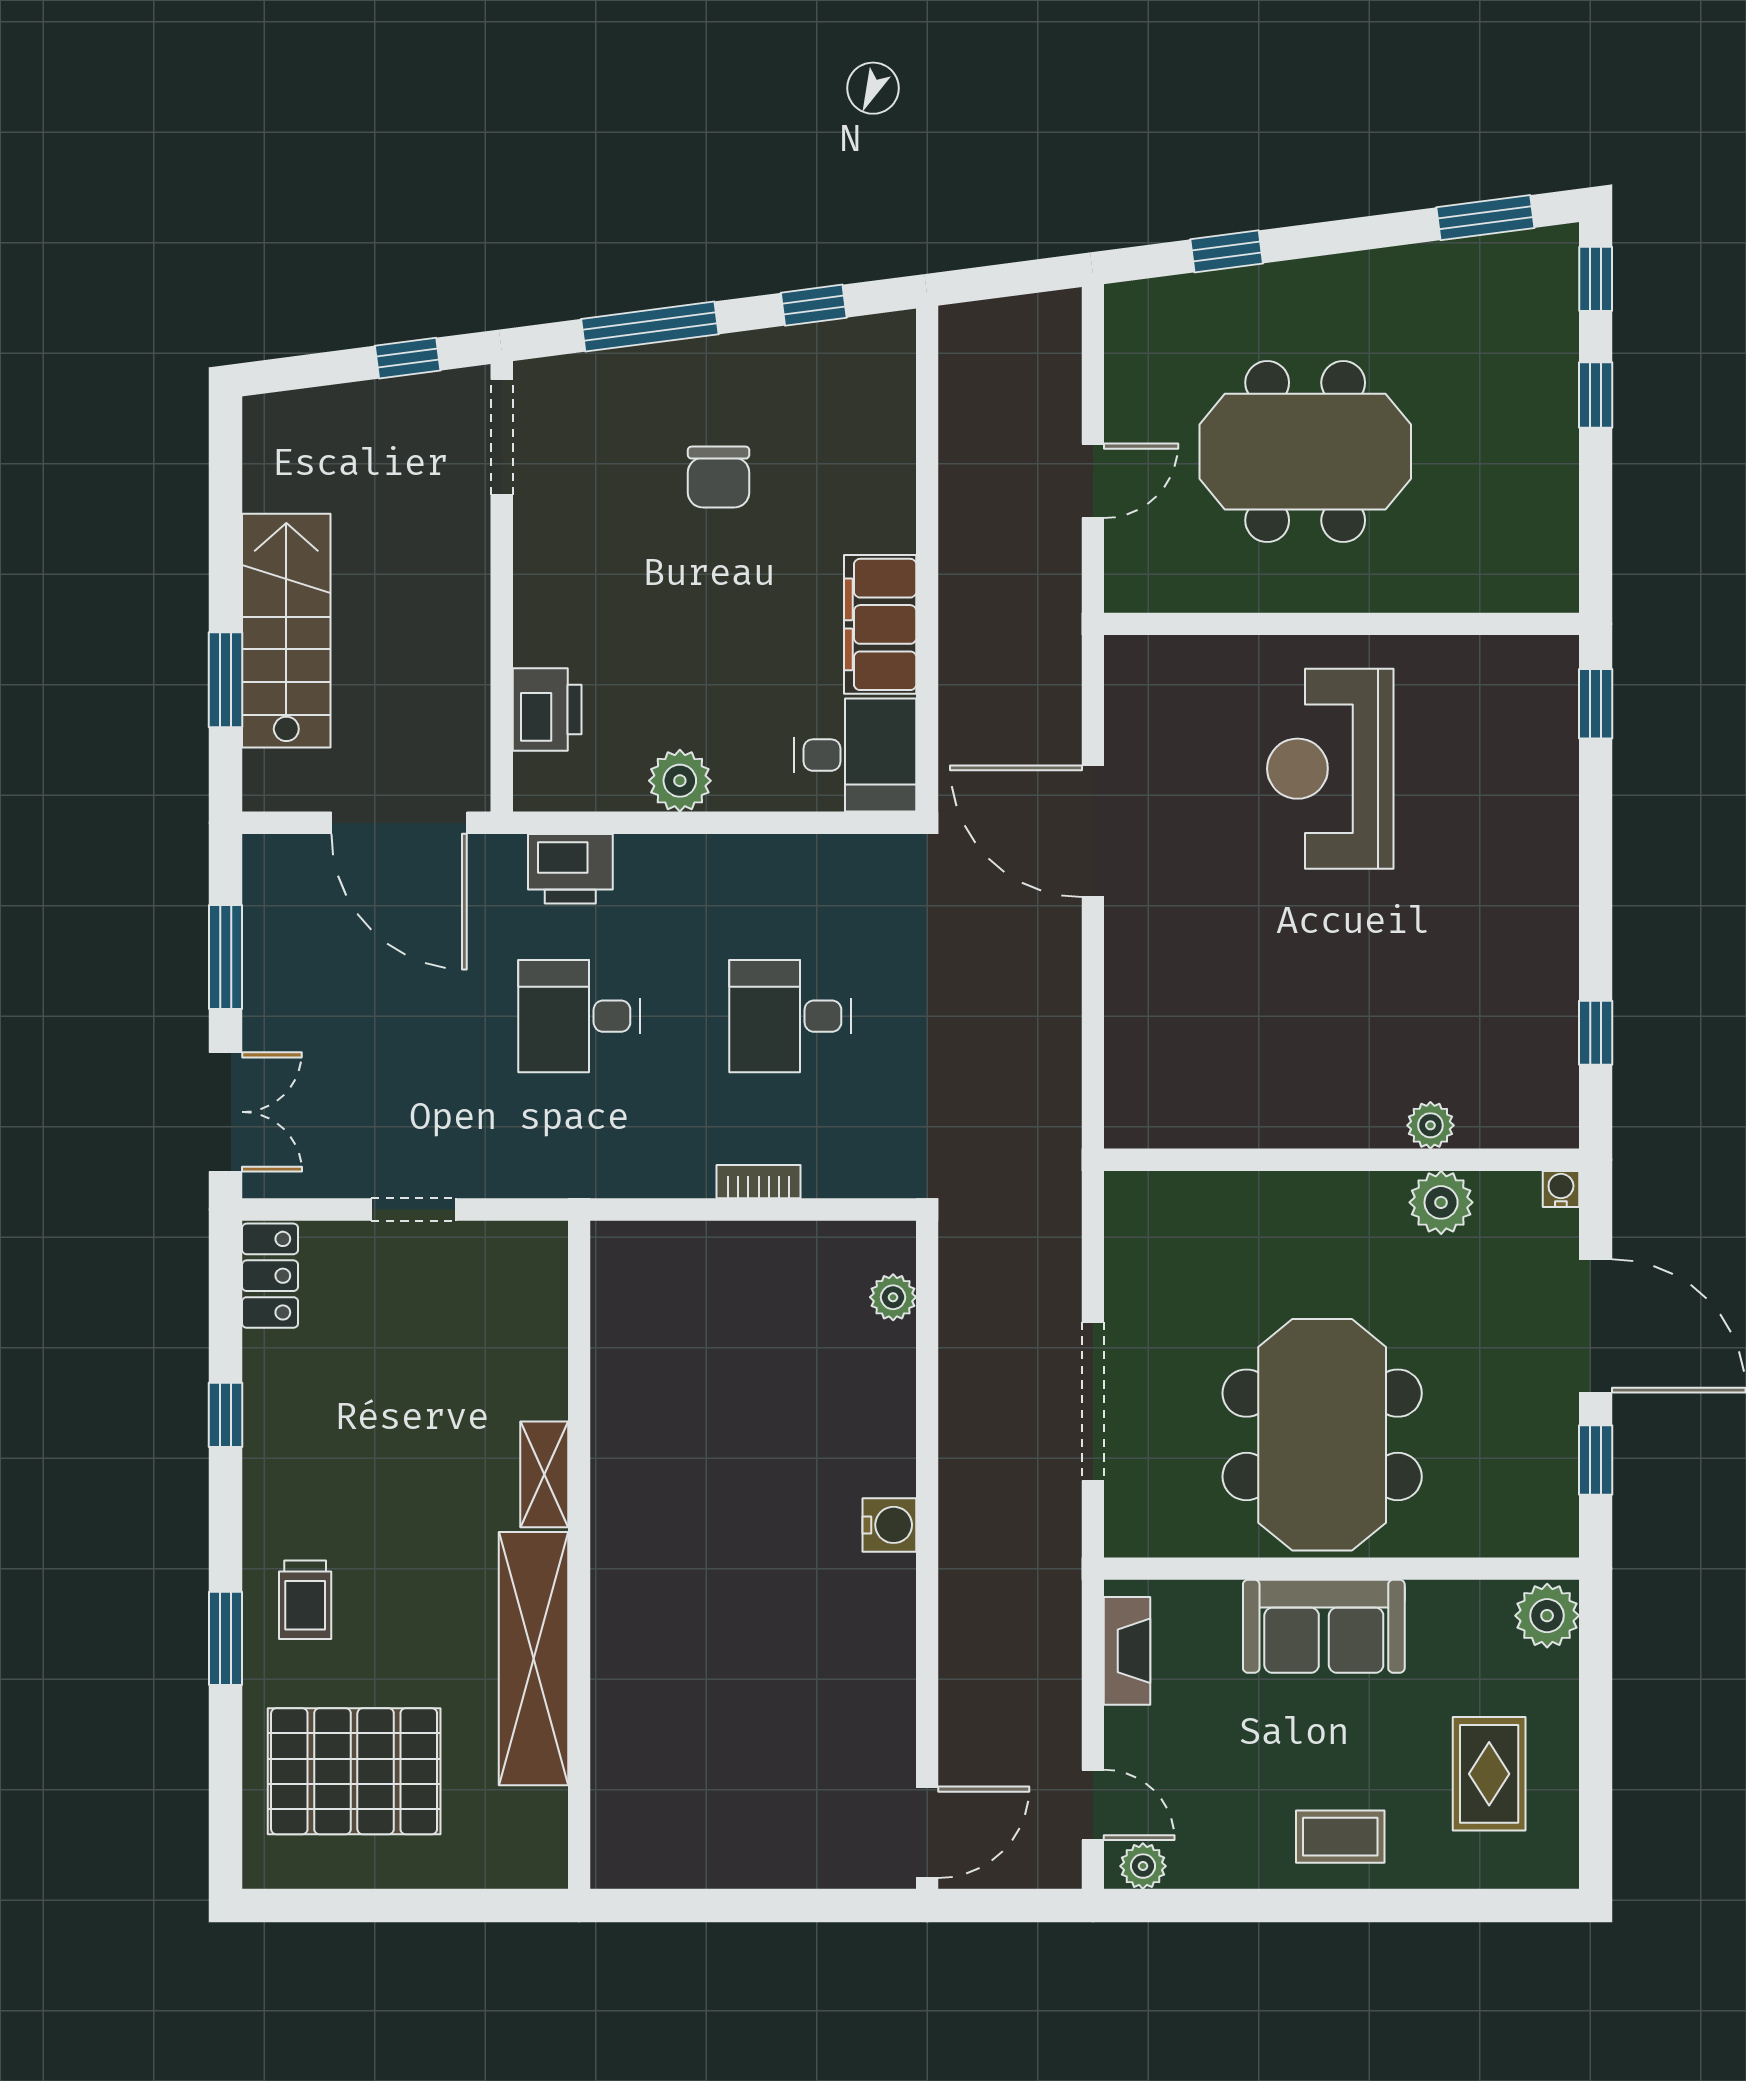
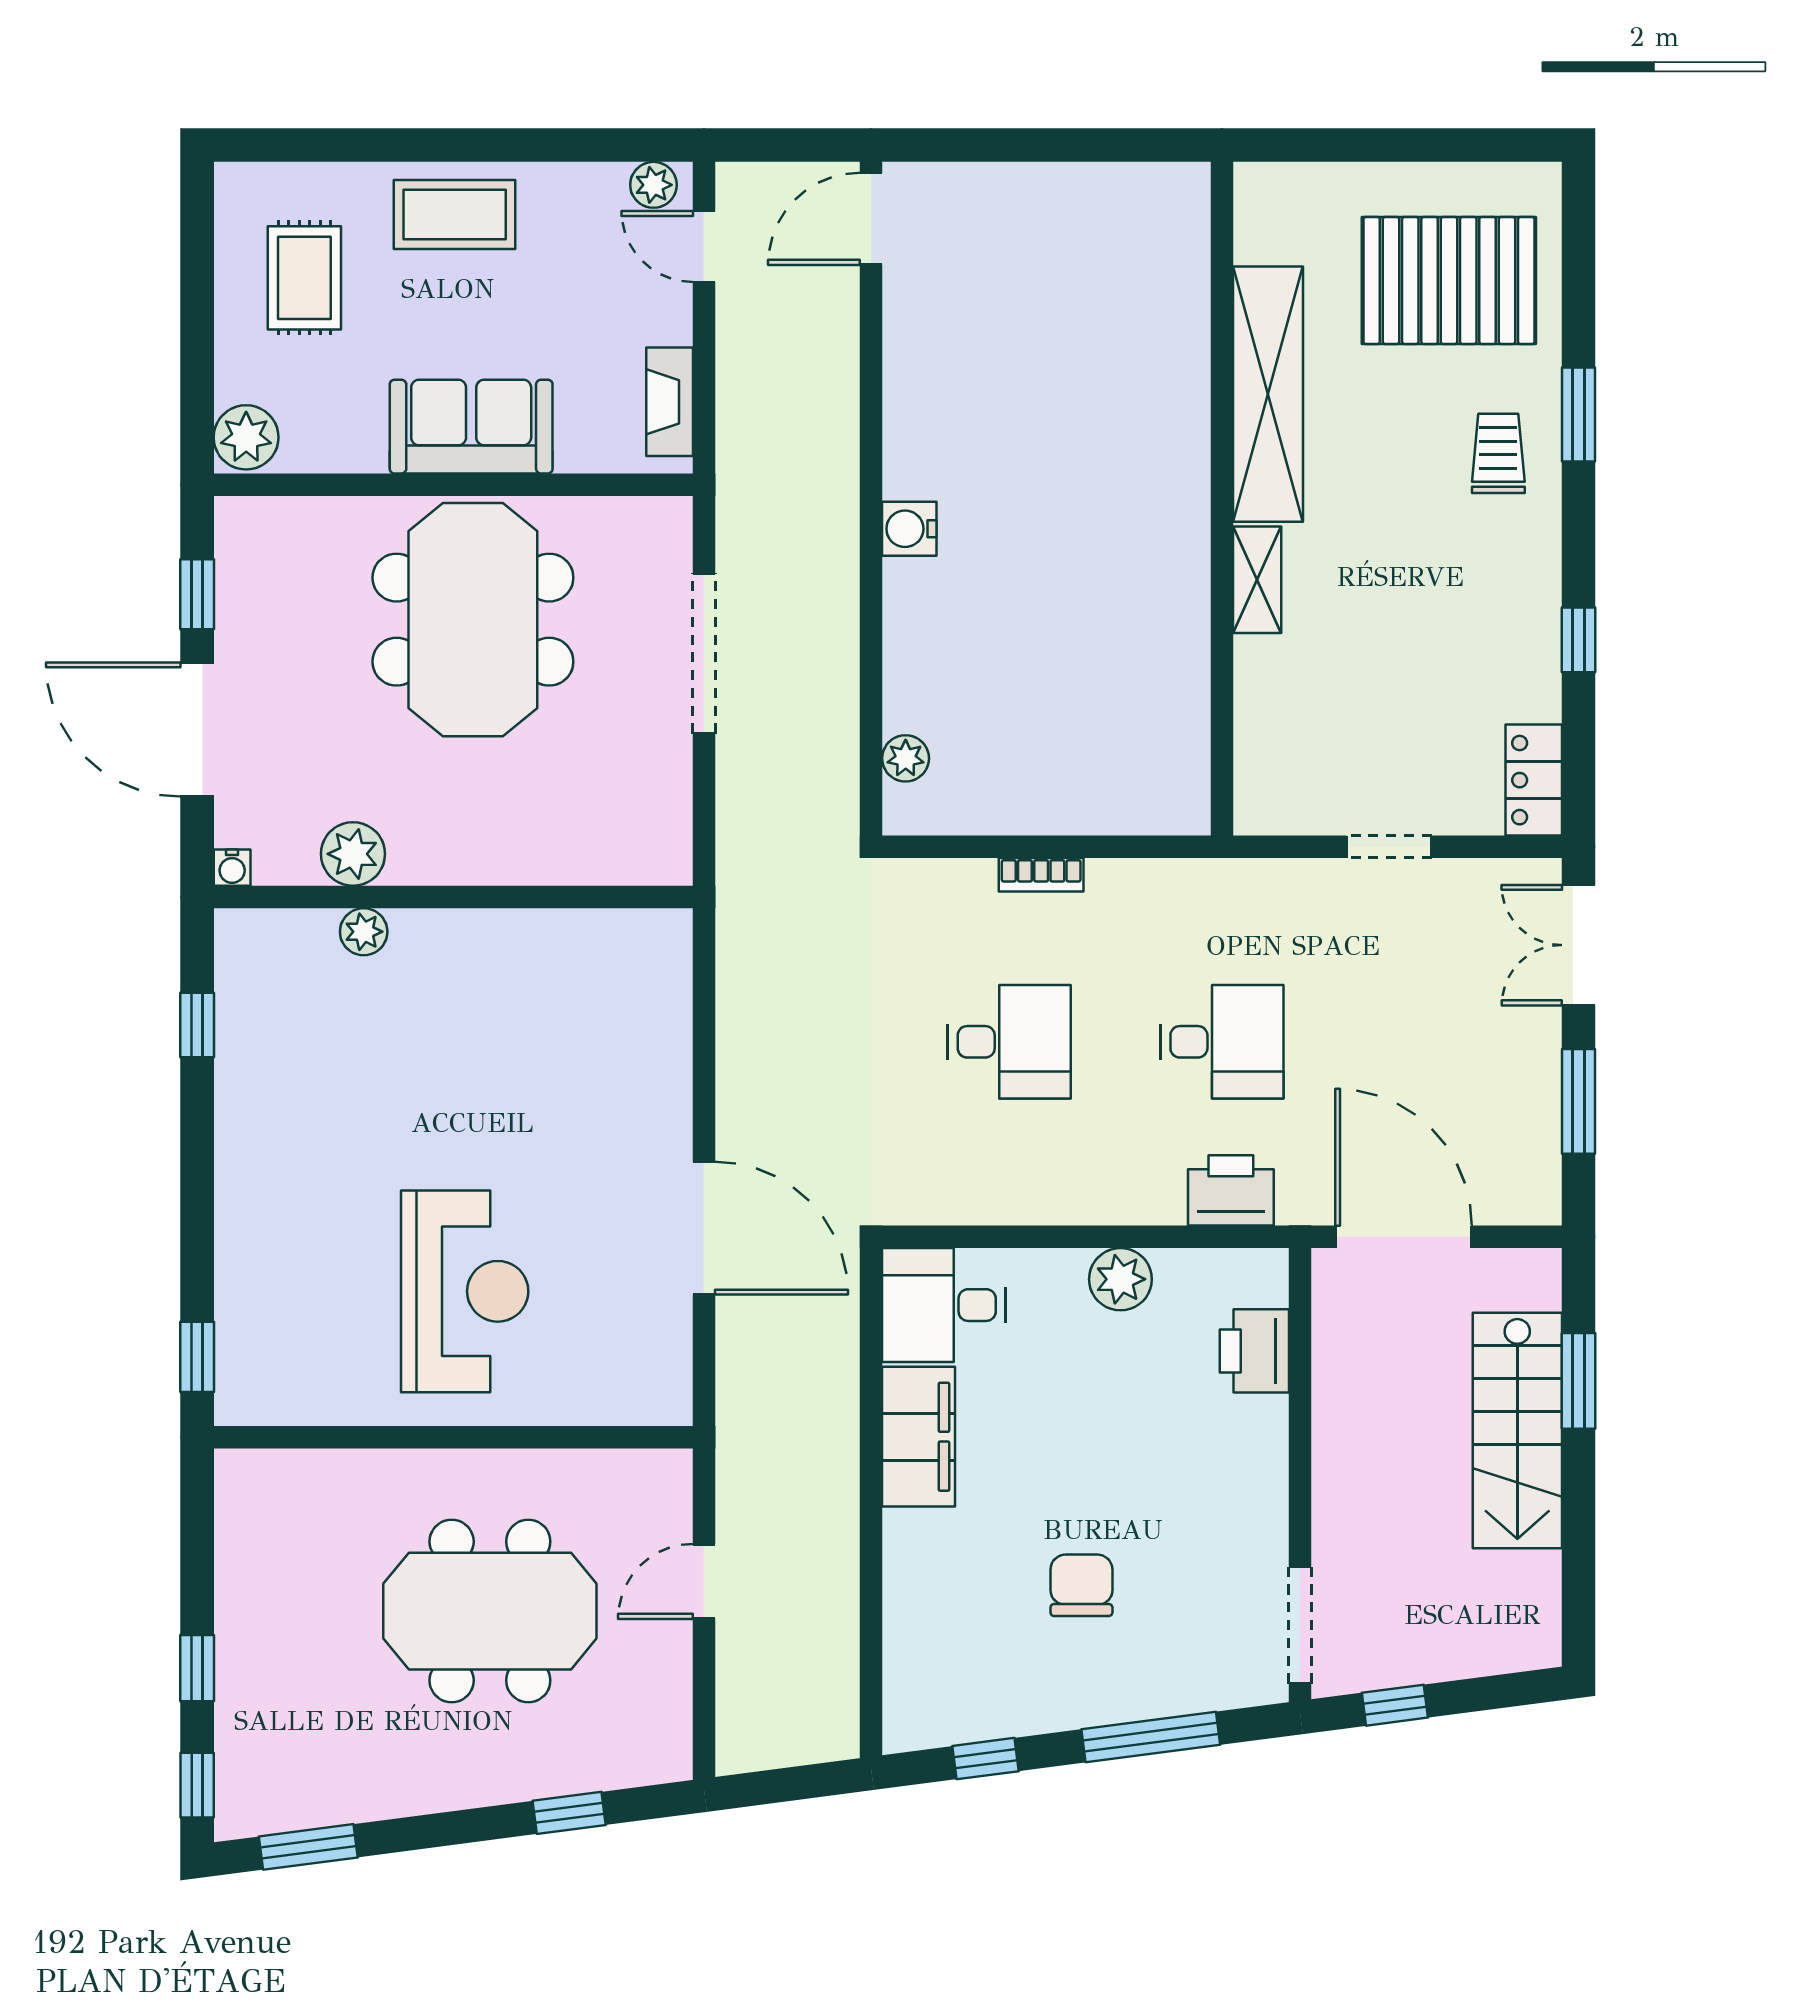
coffee table: (1340, 1837) -> (455, 215), width x1.36, depth x1.30

